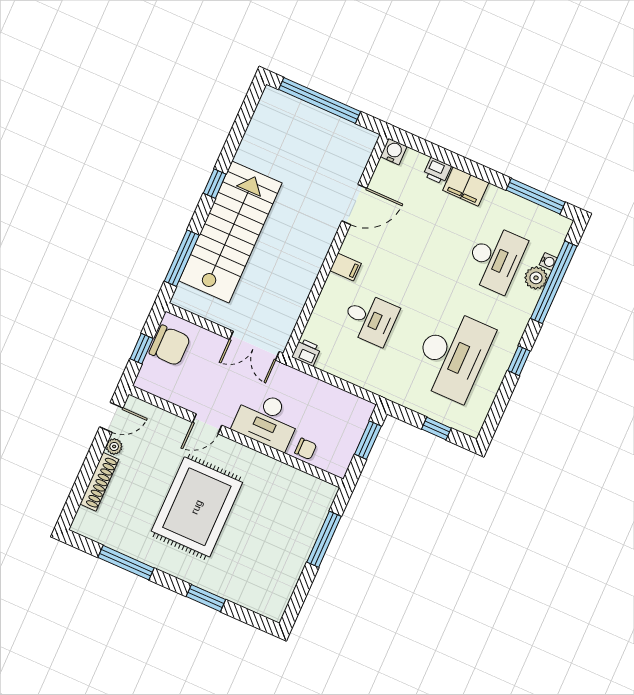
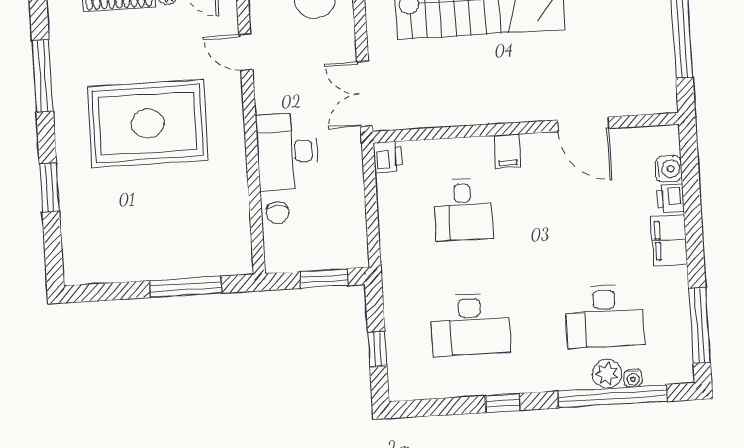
water cooler: (394, 152) -> (669, 169), moved
desk: (452, 355) -> (470, 324), width x0.73, depth x0.77
door: (207, 424) -> (246, 52), moved

